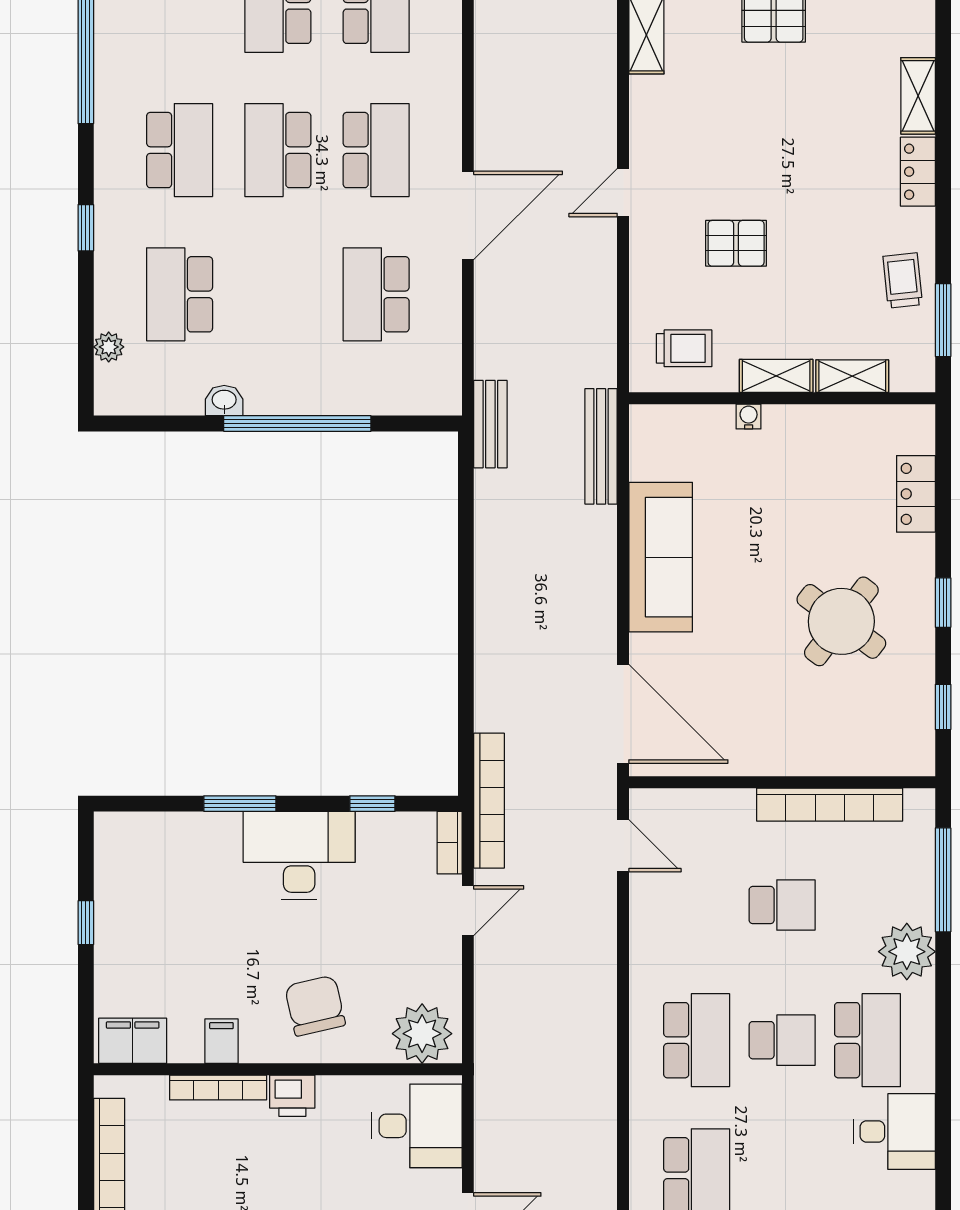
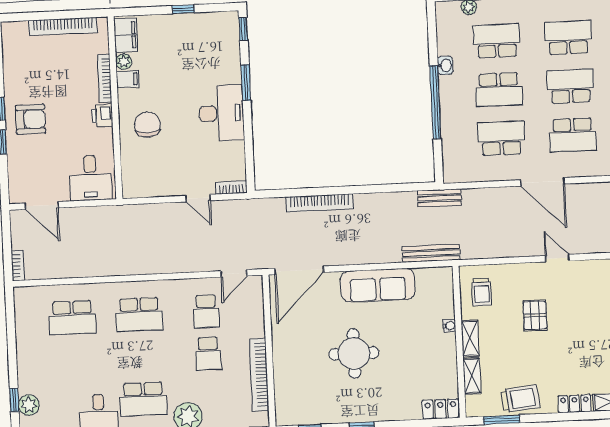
school desk: (180, 150) -> (568, 38), turned 180
trolley: (903, 280) -> (520, 399), width x1.36, depth x1.39
school desk: (278, 294) -> (499, 90), added
locker: (916, 494) -> (440, 409), moved
round table: (841, 621) -> (354, 353), moved, turned -37
bookcase: (489, 801) -> (320, 203), moved
window: (372, 804) -> (243, 29), moved
chair: (315, 1006) -> (147, 125), turned -77
plant: (422, 1034) -> (124, 62), moved, width x0.53, depth x0.53
school desk: (782, 1040) -> (206, 311), moved

